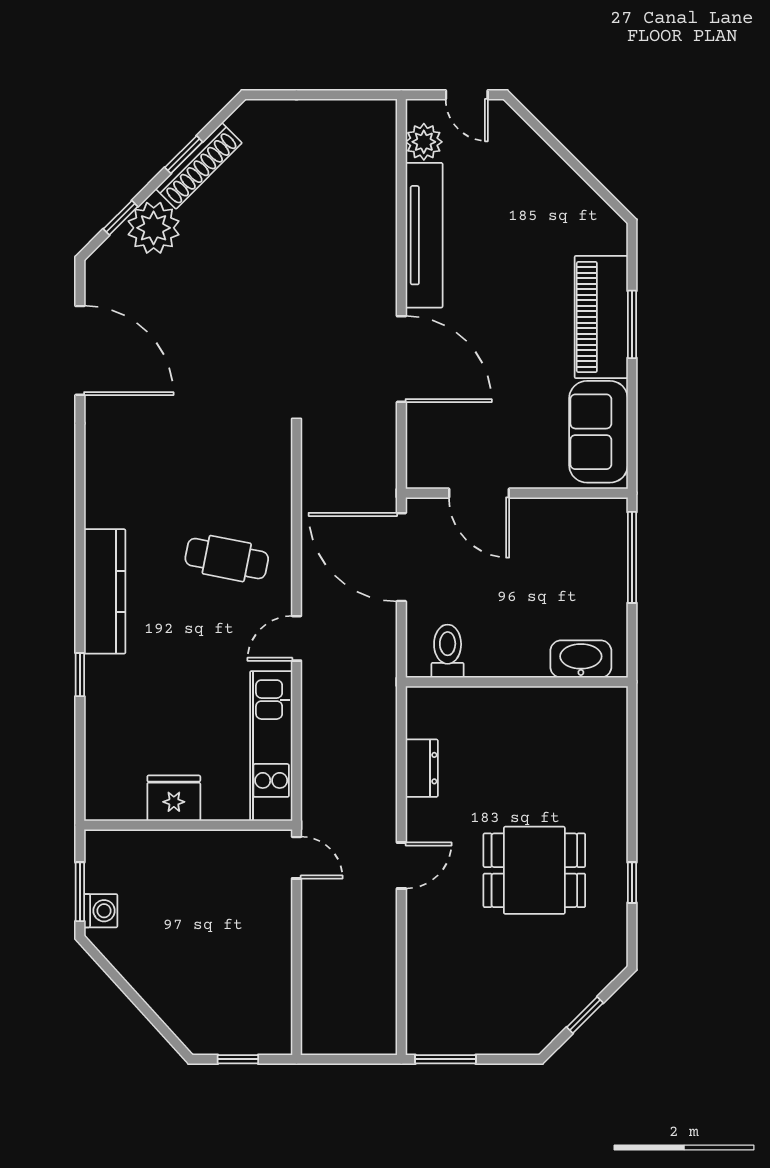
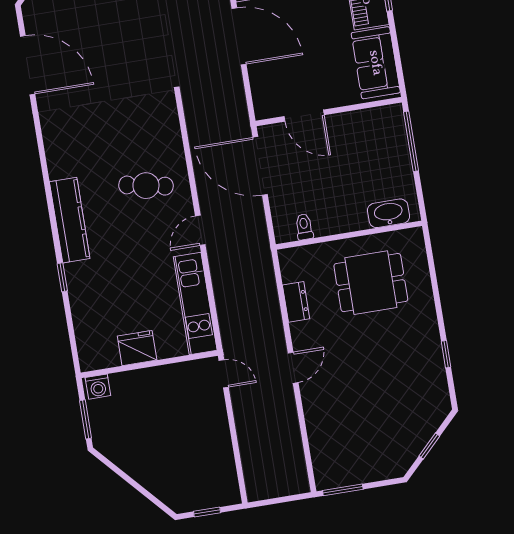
toilet: (448, 651) -> (304, 227), width x0.73, depth x0.72
dining table: (534, 870) -> (371, 283), moved
washing machine: (101, 911) -> (98, 387), moved, turned 90

